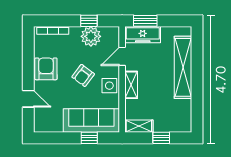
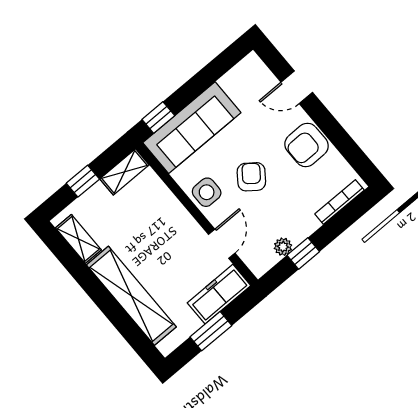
window: (145, 21) -> (211, 331), moved
plant: (91, 36) -> (283, 247), width x0.53, depth x0.53
armchair: (46, 69) -> (307, 145), turned 90
shelving: (131, 85) -> (78, 239), moved
window: (89, 138) -> (158, 117), moved

